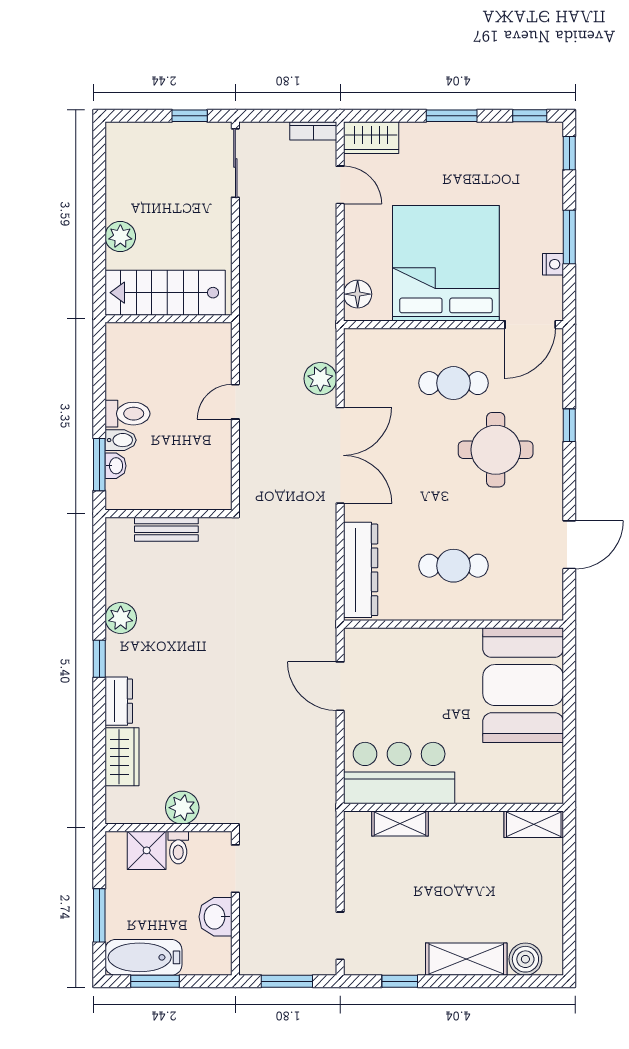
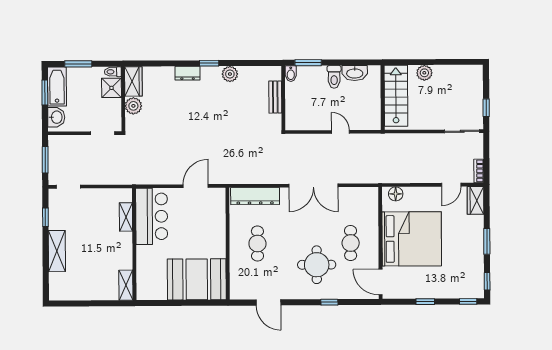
window: (569, 237) -> (425, 302), width x0.67
nightstand: (553, 264) -> (411, 293), removed
plant: (320, 379) -> (352, 175), removed
bidet: (121, 440) -> (291, 74), moved
washbasin: (115, 466) -> (355, 73), moved, width x1.91, depth x1.45
wardrobe: (122, 757) -> (133, 81), moved, turned -90
toilet: (178, 848) -> (113, 72), moved
washbasin: (215, 917) -> (56, 117), moved, turned 90
boiler: (525, 959) -> (57, 281), removed

